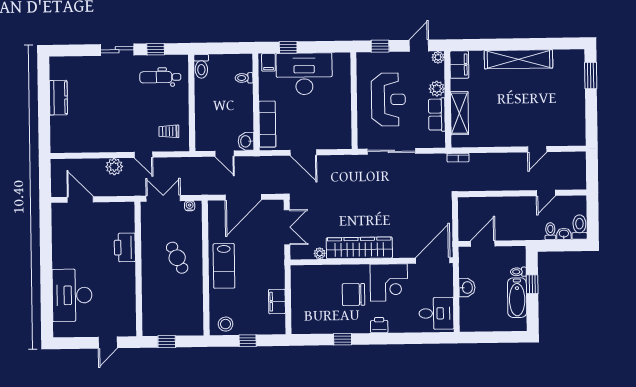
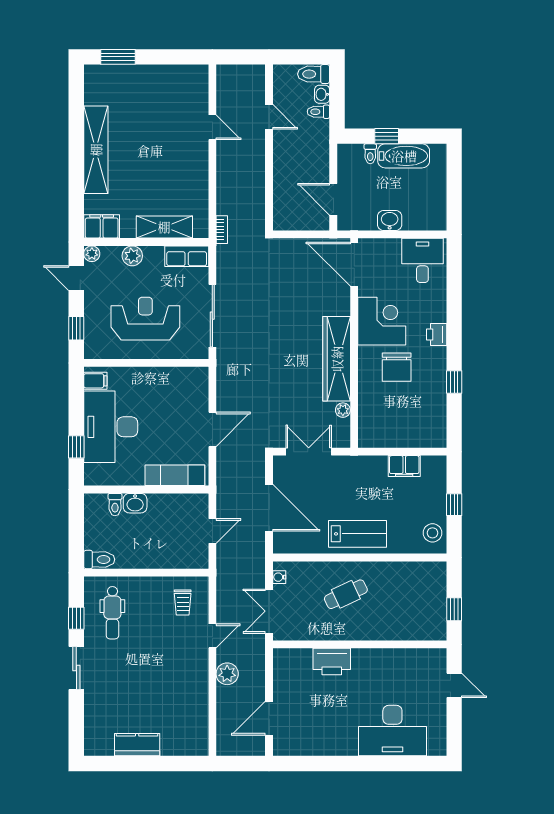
filing cabinet: (268, 62) -> (95, 381), moved
row of seats: (437, 115) -> (187, 256), moved
washbasin: (246, 141) -> (135, 503), moved

